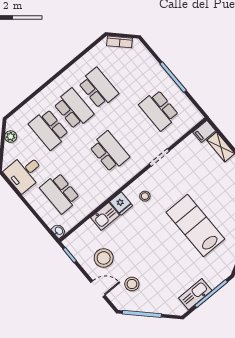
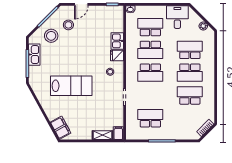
school desk: (98, 88) -> (190, 95), turned 180
school desk: (85, 172) -> (150, 50), added
stool: (104, 258) -> (51, 36), moved

